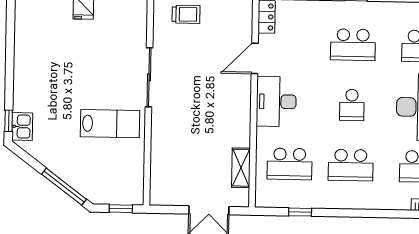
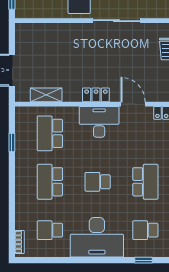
school desk: (353, 45) -> (145, 182), turned 180
locker: (242, 105) -> (96, 95), added

